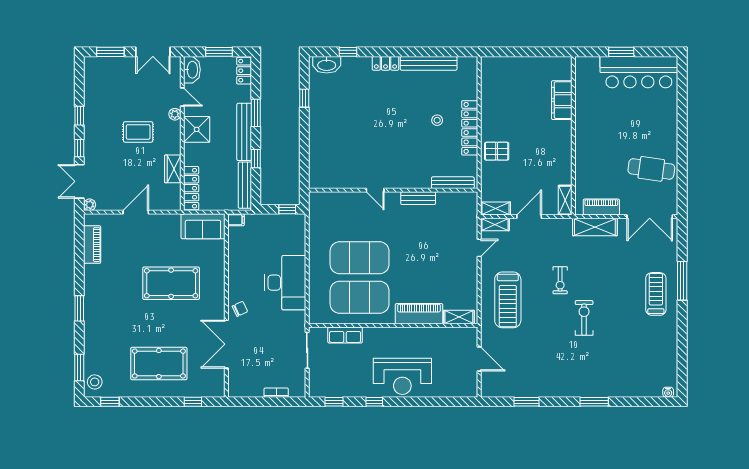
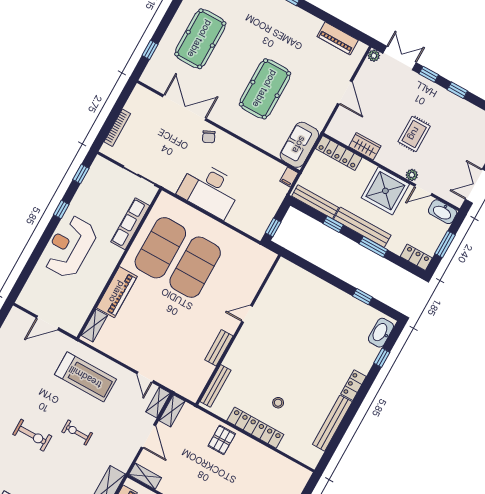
shower: (197, 129) -> (385, 191), width x1.37, depth x1.37
treadmill: (508, 300) -> (85, 377), turned 180
row of seats: (345, 335) -> (130, 224), width x1.48
bookcase: (276, 393) -> (117, 128), width x1.56

